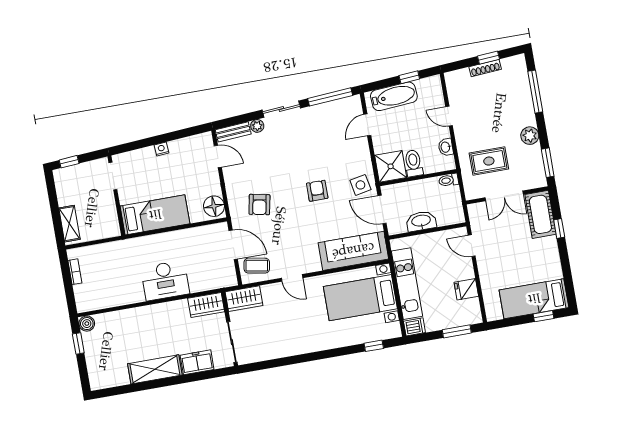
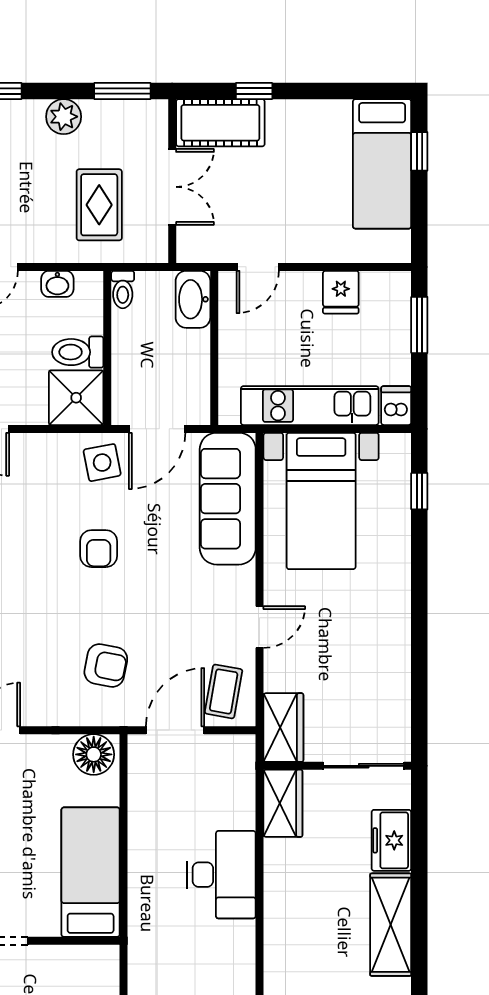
armchair: (317, 191) -> (99, 549), turned -90
washbasin: (421, 221) -> (193, 299), moved

